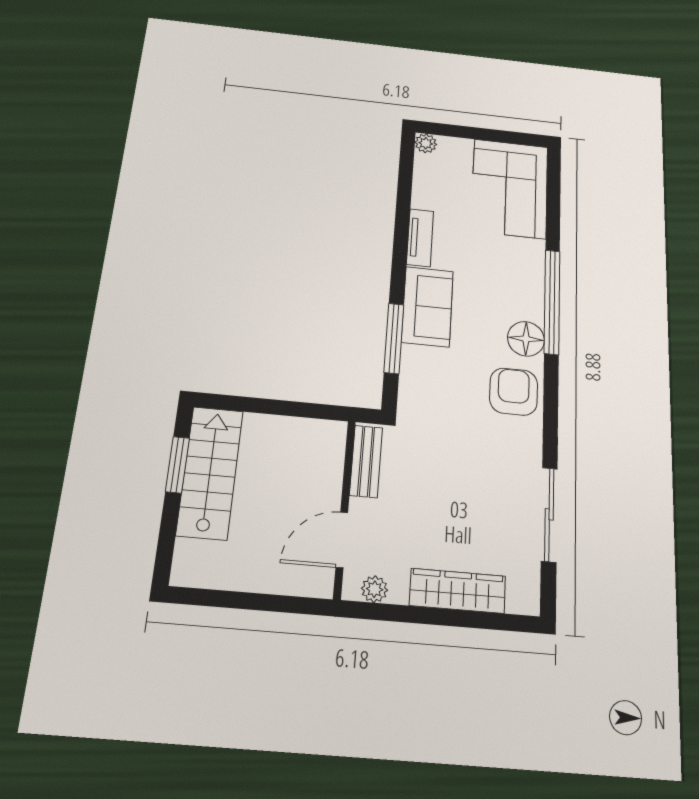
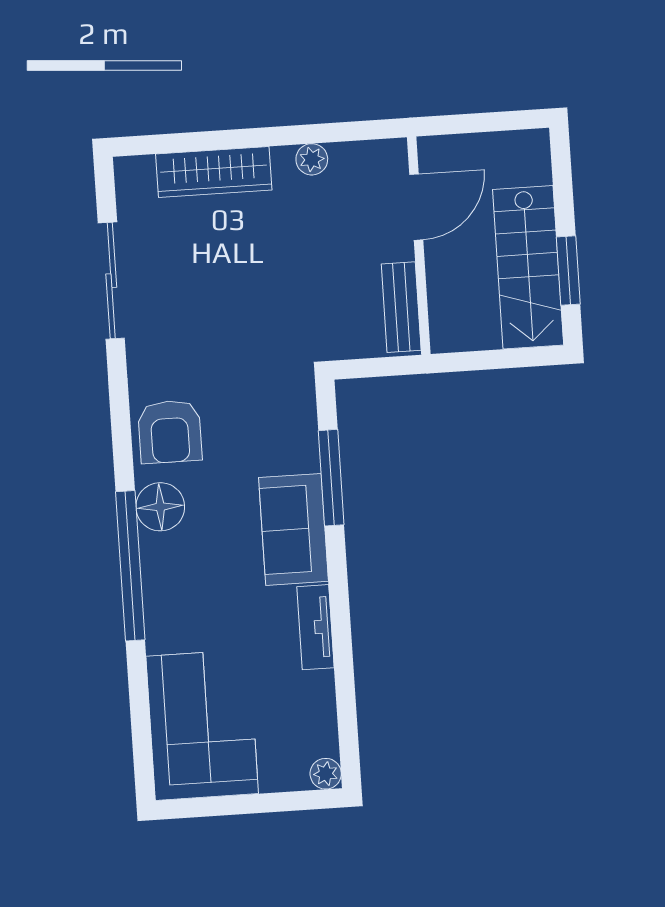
bench: (366, 461) -> (401, 307), moved
wall: (344, 508) -> (419, 246), moved
door: (342, 540) -> (416, 207), moved

